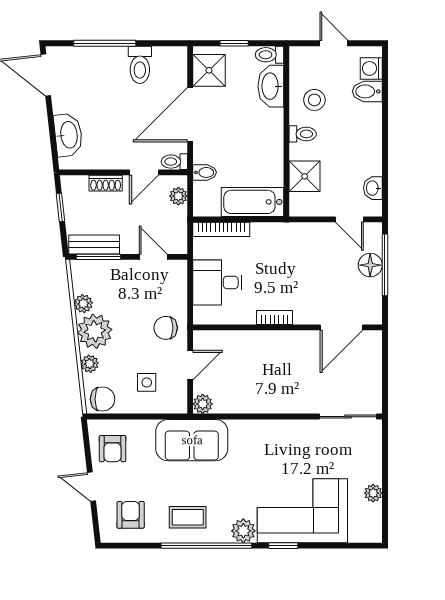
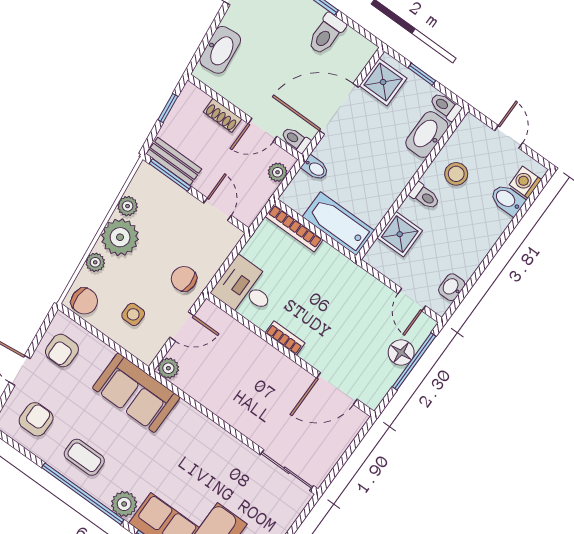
desk: (217, 282) -> (245, 289), moved

